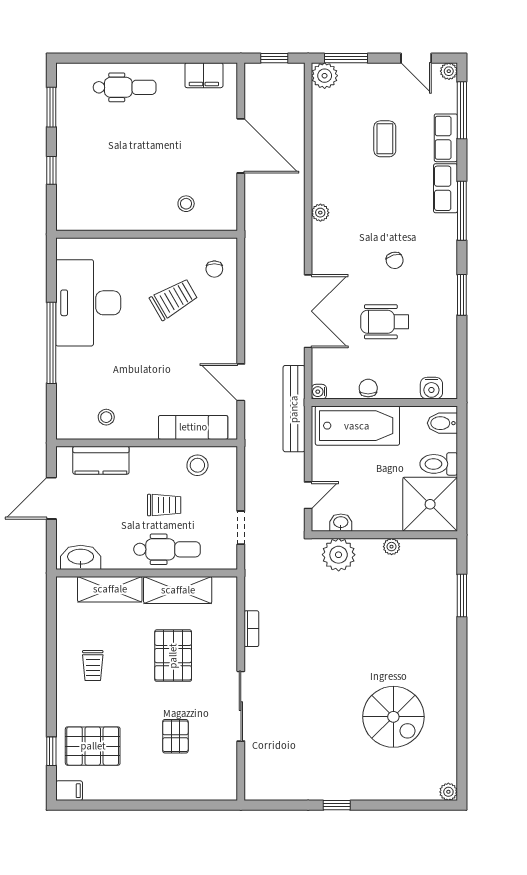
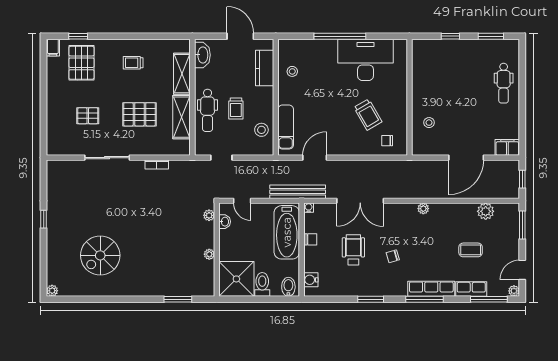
filing cabinet: (204, 75) -> (507, 147), moved, turned 90
plant: (325, 76) -> (486, 211), moved
row of seats: (445, 188) -> (431, 289), width x1.48
plant: (339, 555) -> (209, 215), width x0.53, depth x0.53

